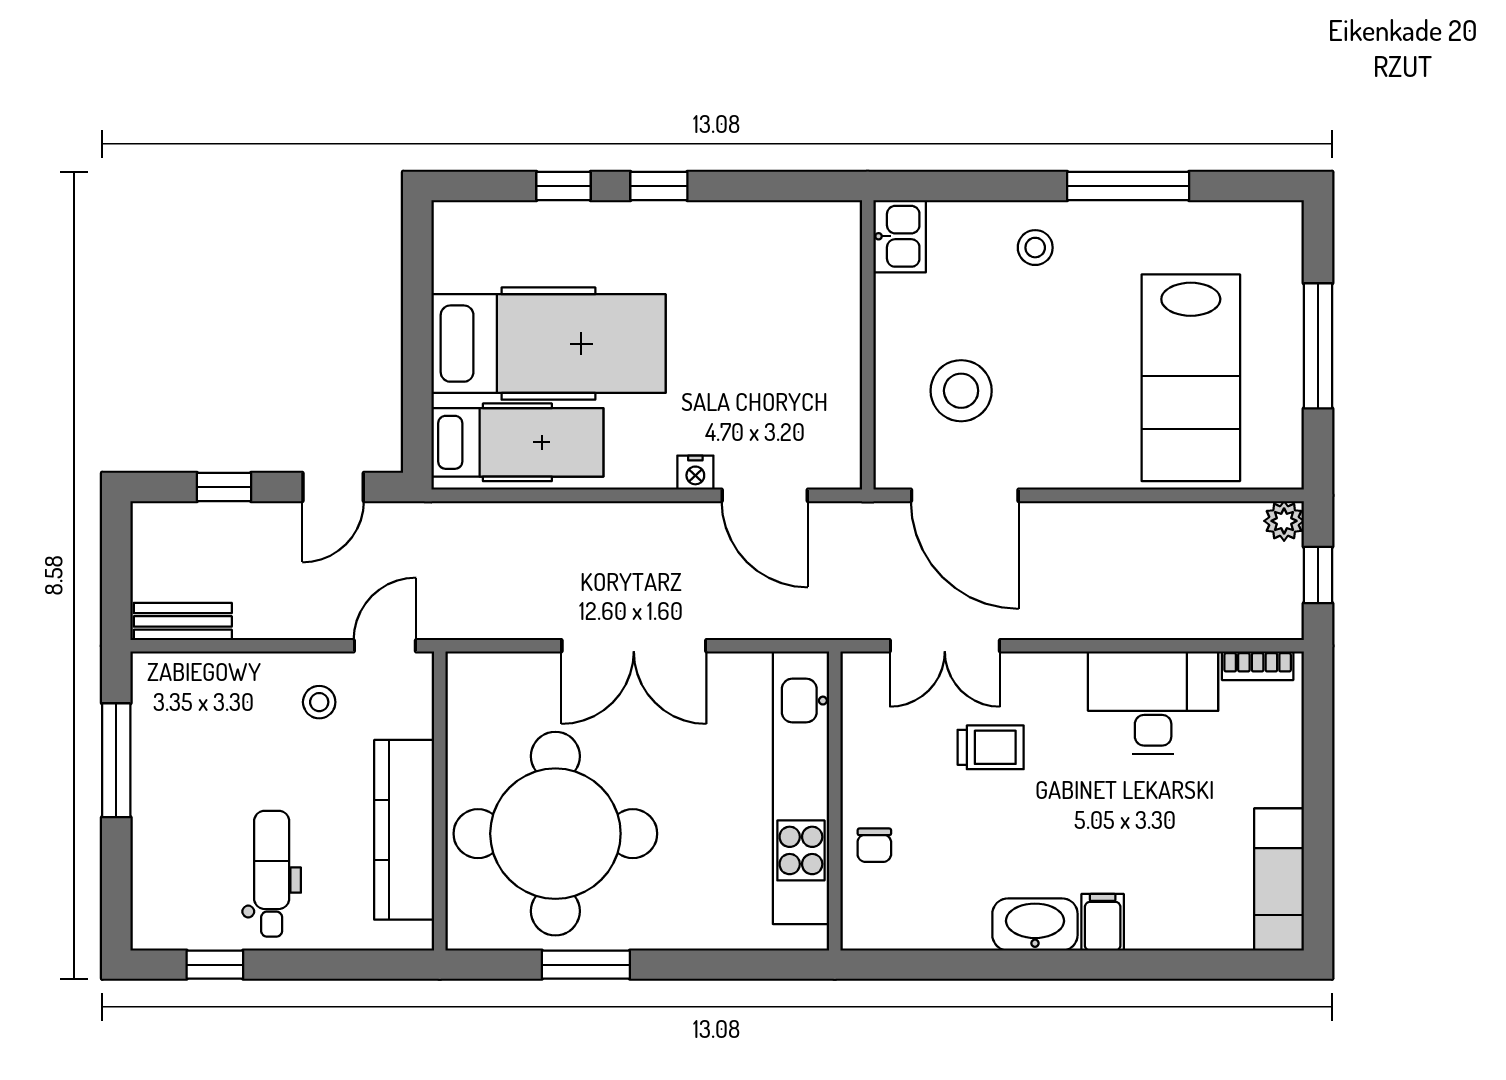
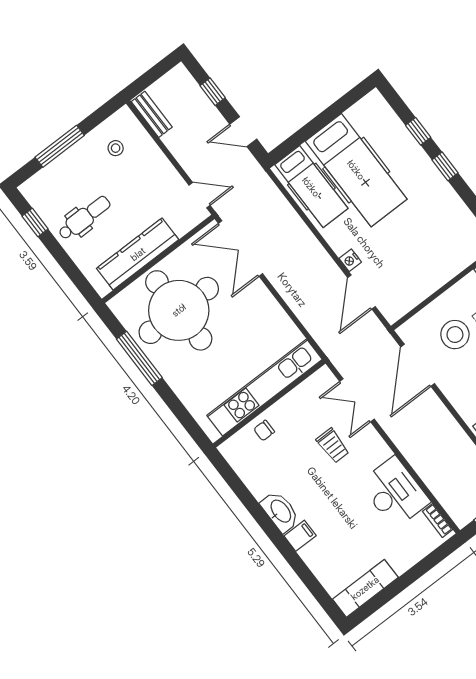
double door: (634, 646) -> (240, 249), moved
stool: (319, 702) -> (116, 148), moved
window: (116, 760) -> (60, 146), moved
window: (586, 965) -> (139, 358), width x1.44

